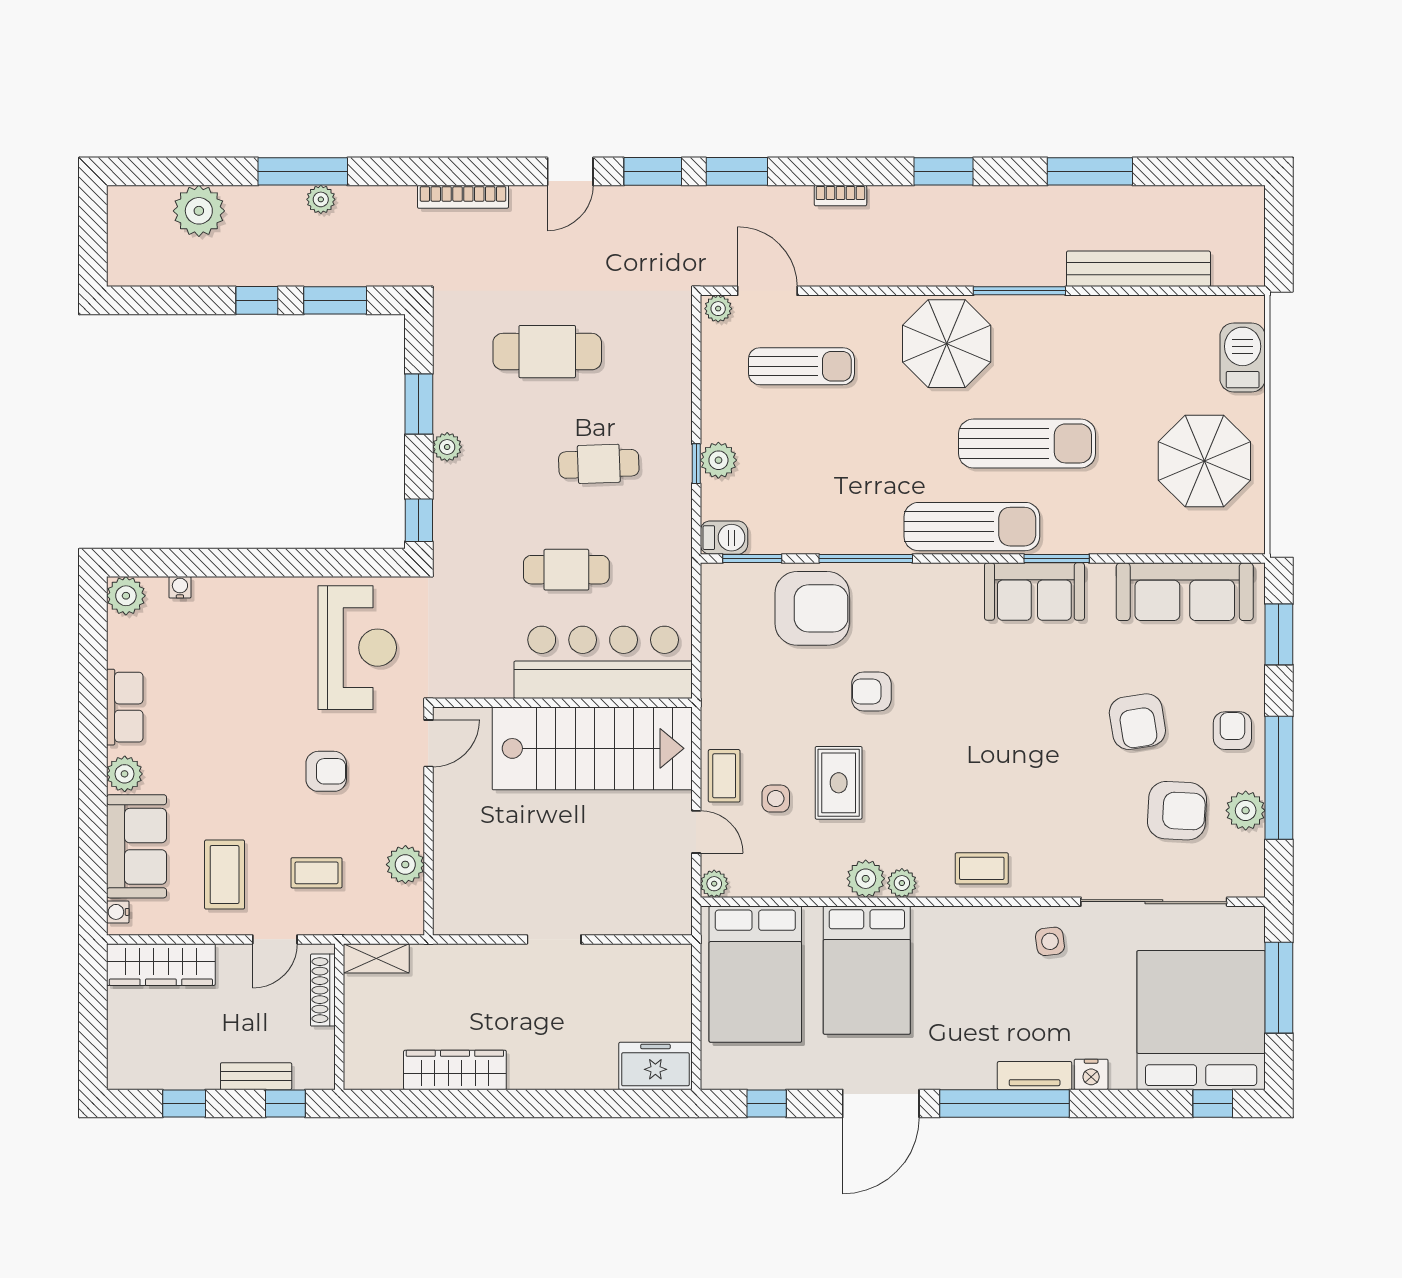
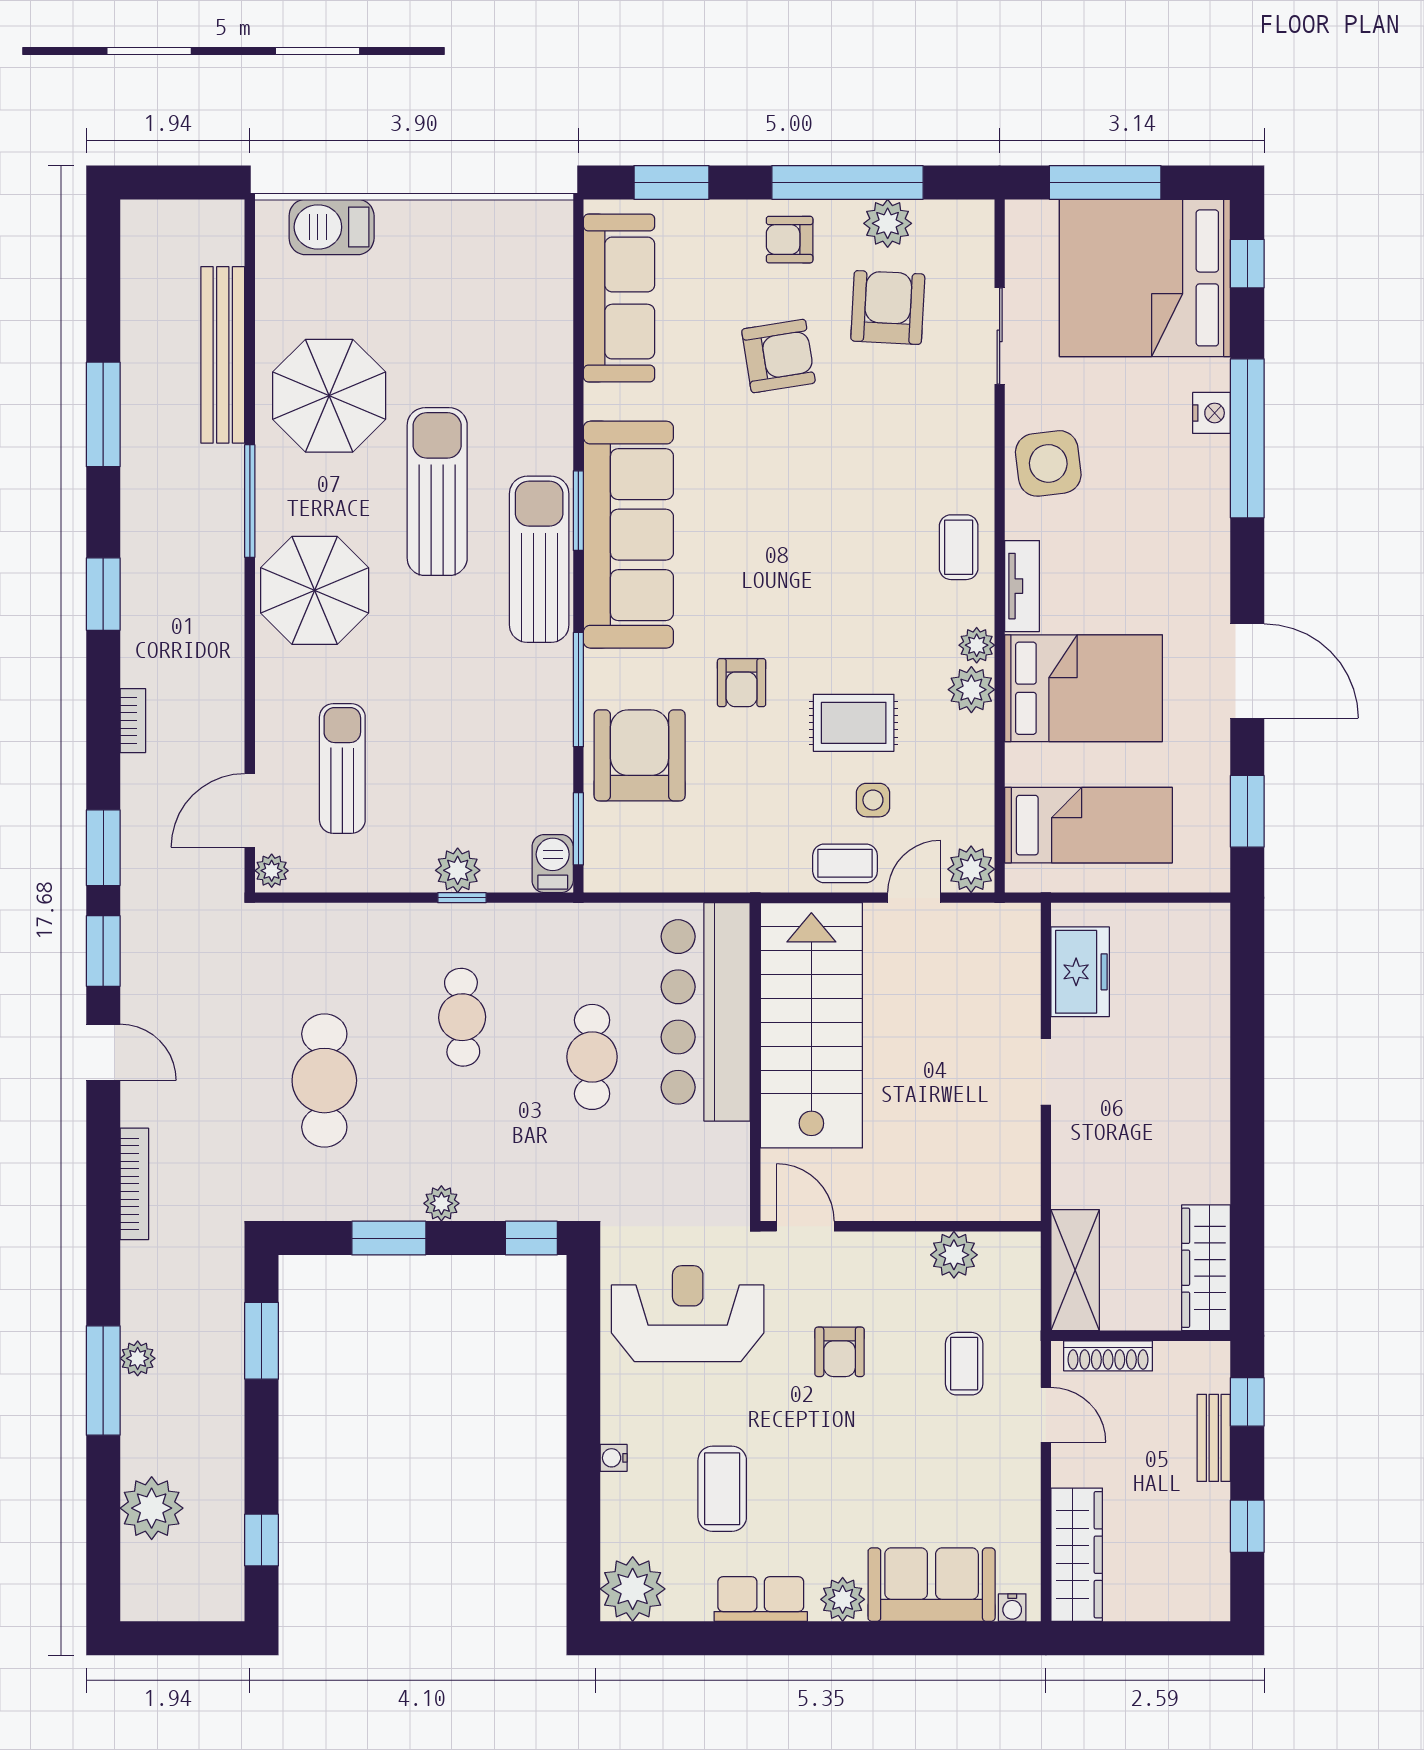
window: (257, 300) -> (262, 1540), moved
parasol: (1204, 461) -> (329, 396), moved
window: (1057, 559) -> (578, 511), moved
water cooler: (180, 587) -> (614, 1458), moved
sofa: (1034, 592) -> (628, 535), width x1.85, depth x1.27
plant: (126, 596) -> (633, 1589), width x1.36, depth x1.36
armchair: (326, 771) -> (840, 1352), turned 180
coffee table: (225, 875) -> (722, 1489), moved, turned 90
plant: (714, 884) -> (971, 869), width x1.38, depth x1.38
sliding door: (1154, 902) -> (1000, 336), width x0.54
side table: (1050, 941) -> (1048, 463), width x1.87, depth x1.87
shelving: (376, 958) -> (1075, 1270), width x1.50, depth x1.33
bed: (755, 974) -> (1088, 825), width x0.67
freezer: (655, 1066) -> (1080, 972), moved, turned 180
wardrobe: (455, 1070) -> (1206, 1268), moved
tv unit: (1035, 1076) -> (1022, 586), moved, turned 180
window: (767, 1104) -> (1247, 811), width x1.50
window: (1005, 1104) -> (1247, 438), moved

